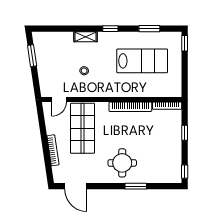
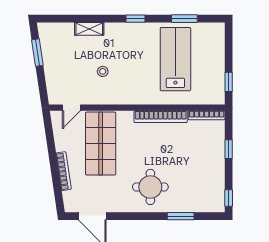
shelving: (86, 37) -> (89, 29), moved
window: (185, 43) -> (229, 82), moved
lab bench: (142, 61) -> (175, 59), turned -90
window: (136, 186) -> (181, 216), moved

